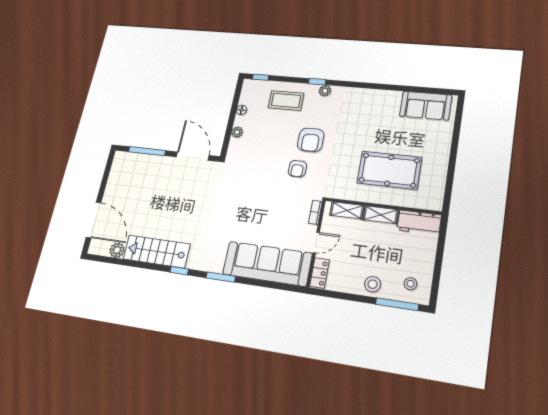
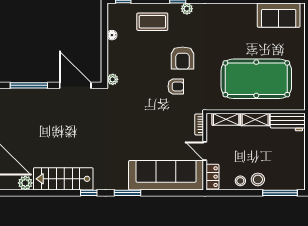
plant: (237, 132) -> (113, 79), moved
armchair: (297, 169) -> (176, 86), turned -90
pool table: (389, 170) -> (256, 79), width x1.36, depth x1.32
door: (316, 243) -> (205, 151), swing flipped
stool: (410, 284) -> (240, 181), moved

